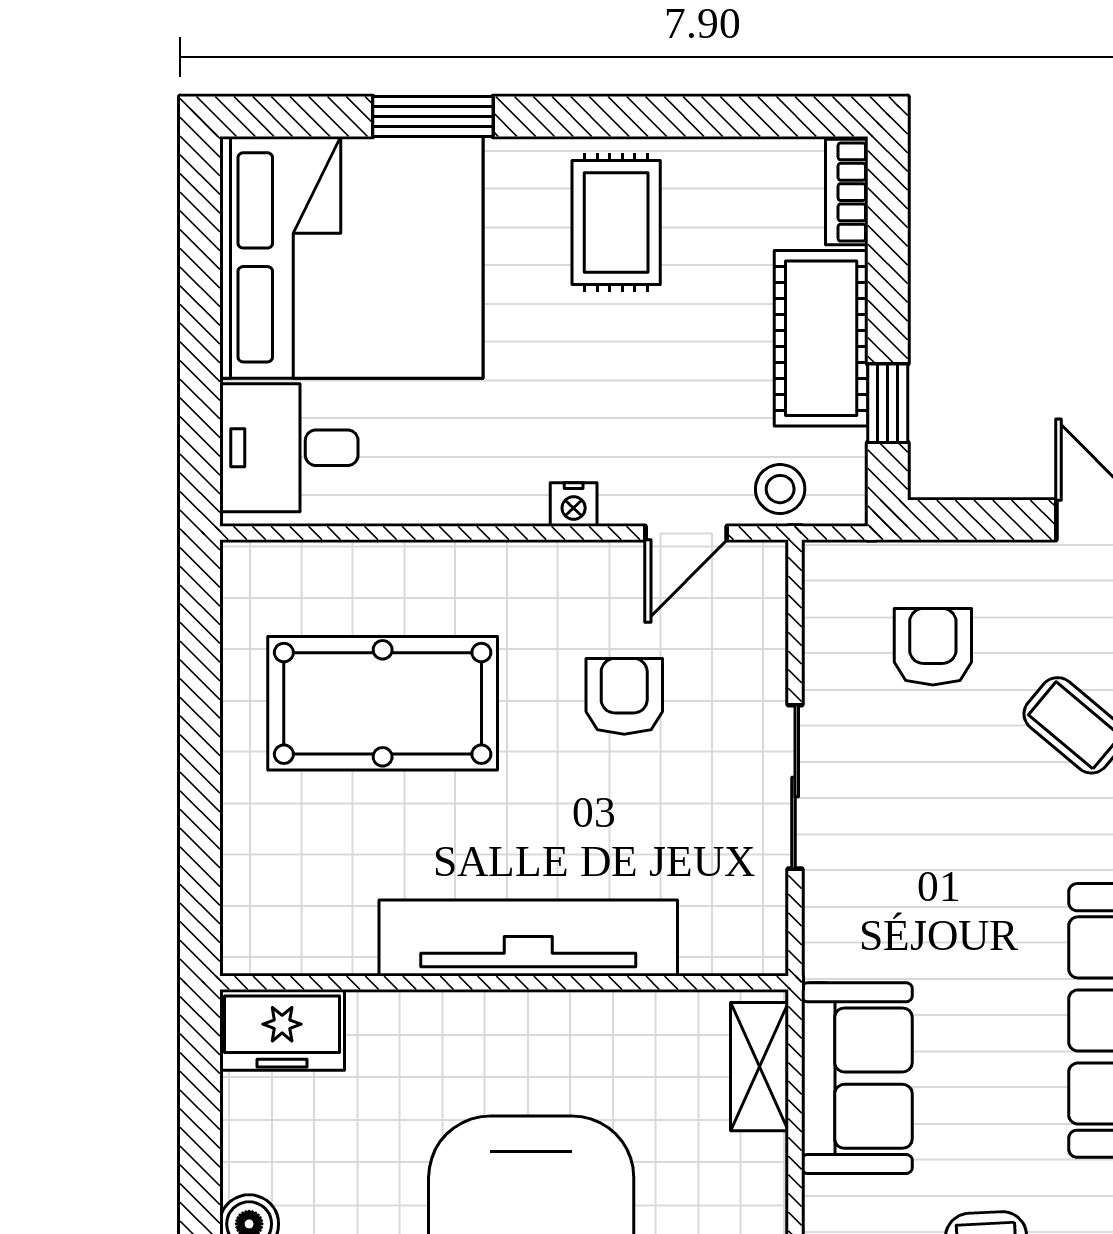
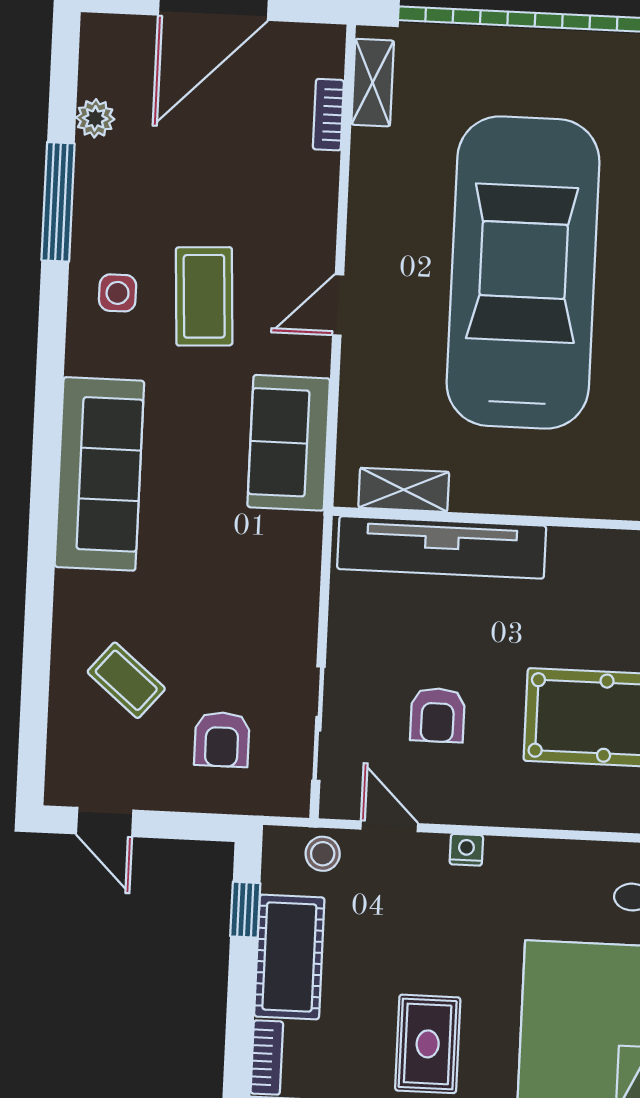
door: (686, 533) -> (389, 826), hinge flipped
sliding door: (795, 787) -> (318, 724), moved
tv unit: (528, 938) -> (442, 547), moved
shelving: (760, 1067) -> (404, 490), moved, turned 90

